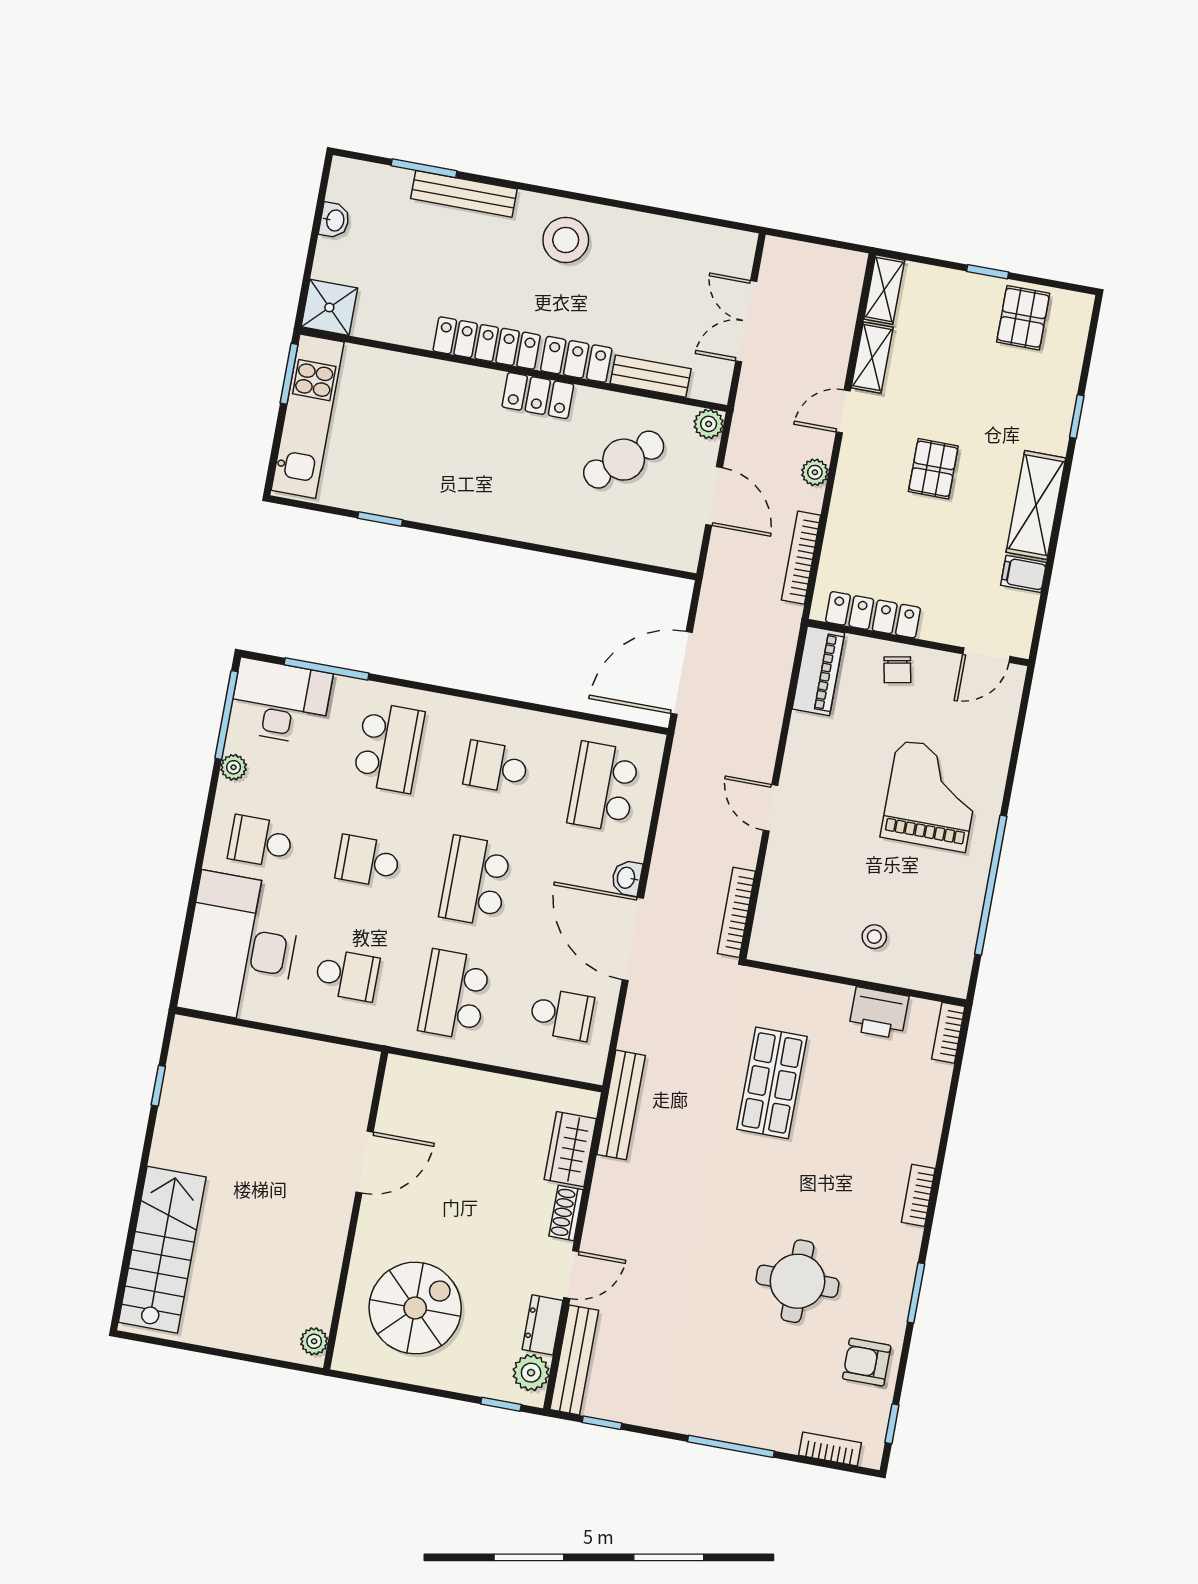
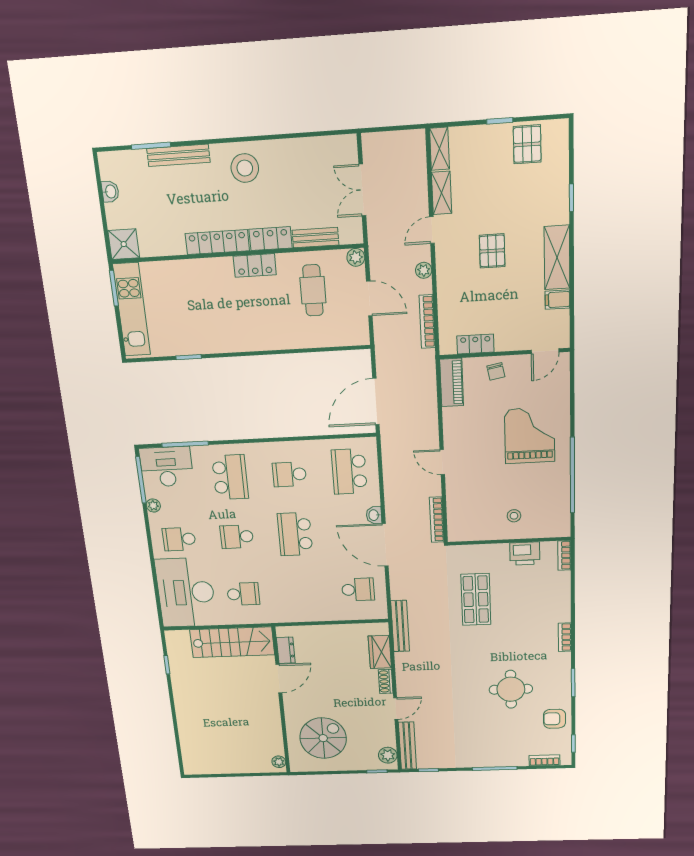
cafe table: (624, 460) -> (313, 290), turned -51
locker: (873, 615) -> (475, 344), width x0.66
school desk: (454, 995) -> (300, 592), removed
stairs: (162, 1250) -> (232, 642), moved, turned 90
dresser: (542, 1325) -> (286, 650), moved, turned 180

